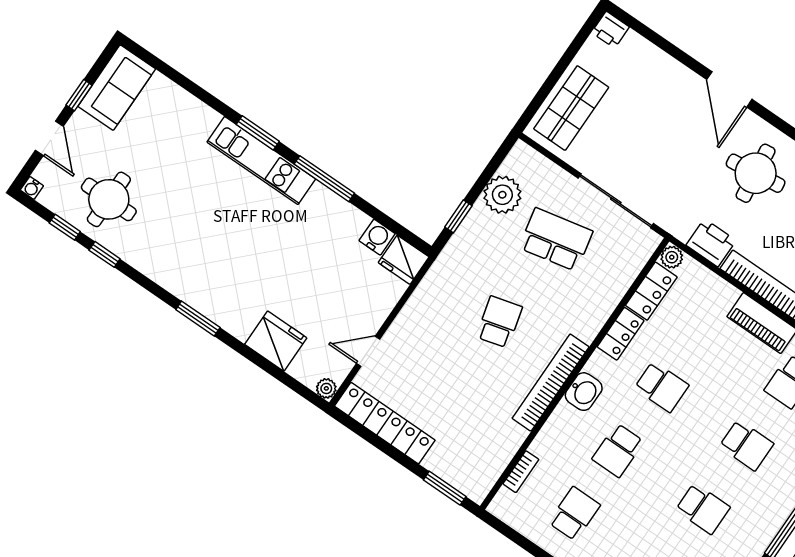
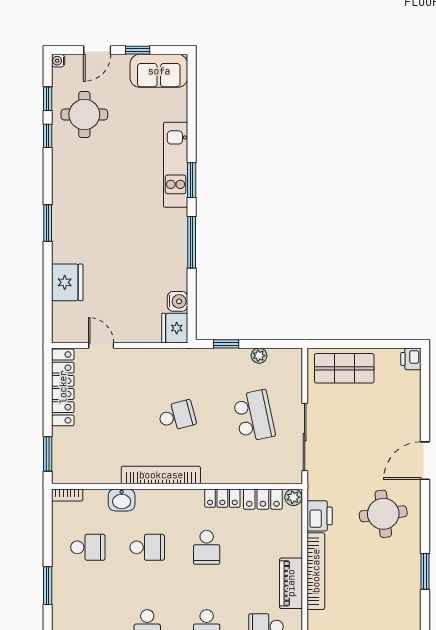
kitchen unit: (261, 161) -> (176, 165), moved
plant: (502, 195) -> (259, 356), width x0.53, depth x0.53
plant: (326, 388) -> (59, 335), removed
washbasin: (584, 392) -> (122, 500), moved
school desk: (618, 450) -> (147, 547), turned 180
bookcase: (521, 472) -> (67, 495), moved

